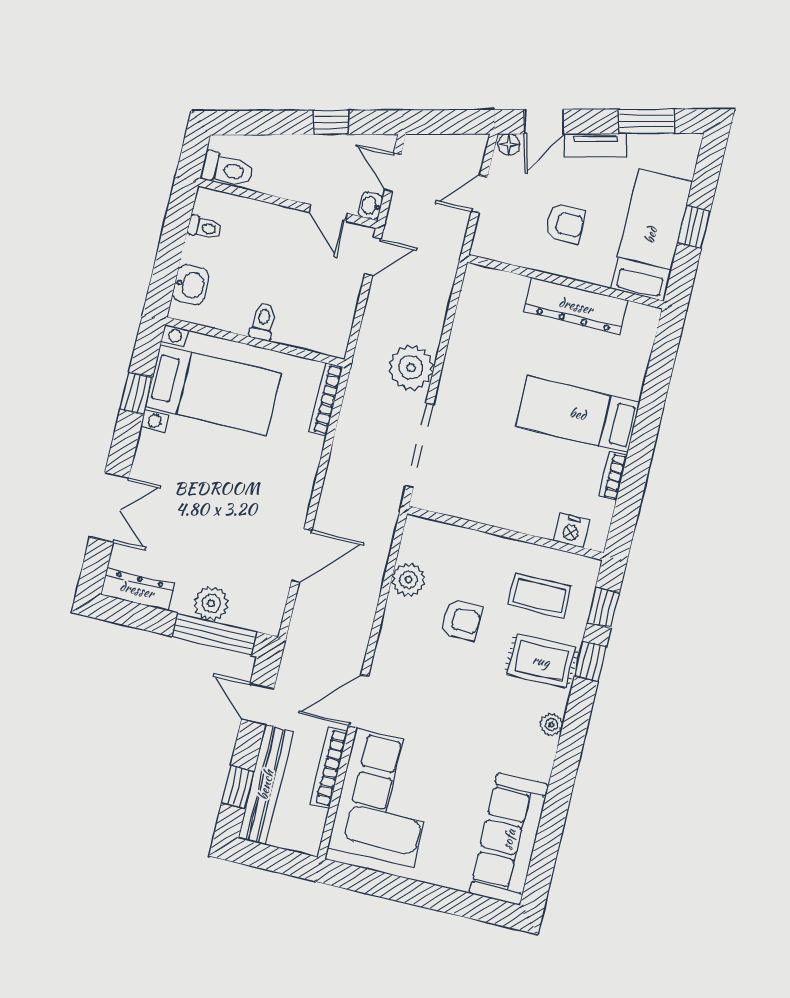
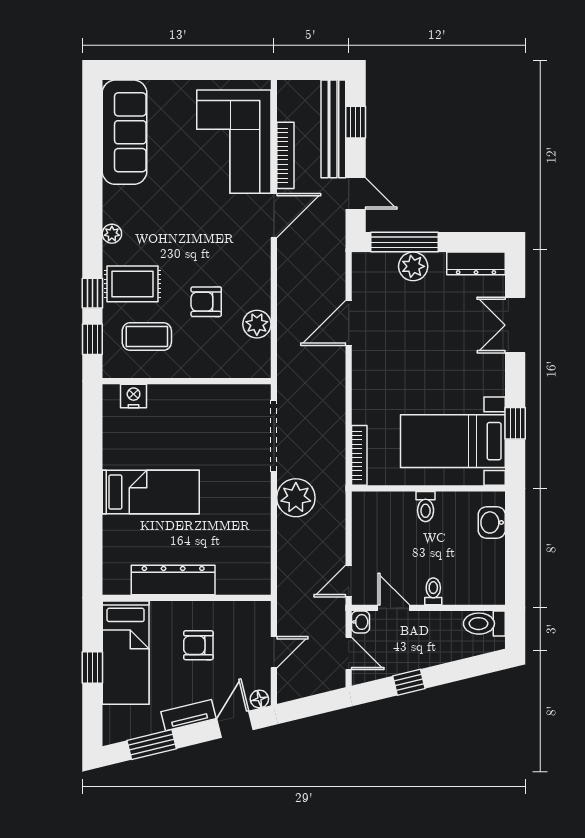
toilet: (205, 228) -> (433, 591), moved, turned 90
bookcase: (613, 476) -> (110, 449), removed

